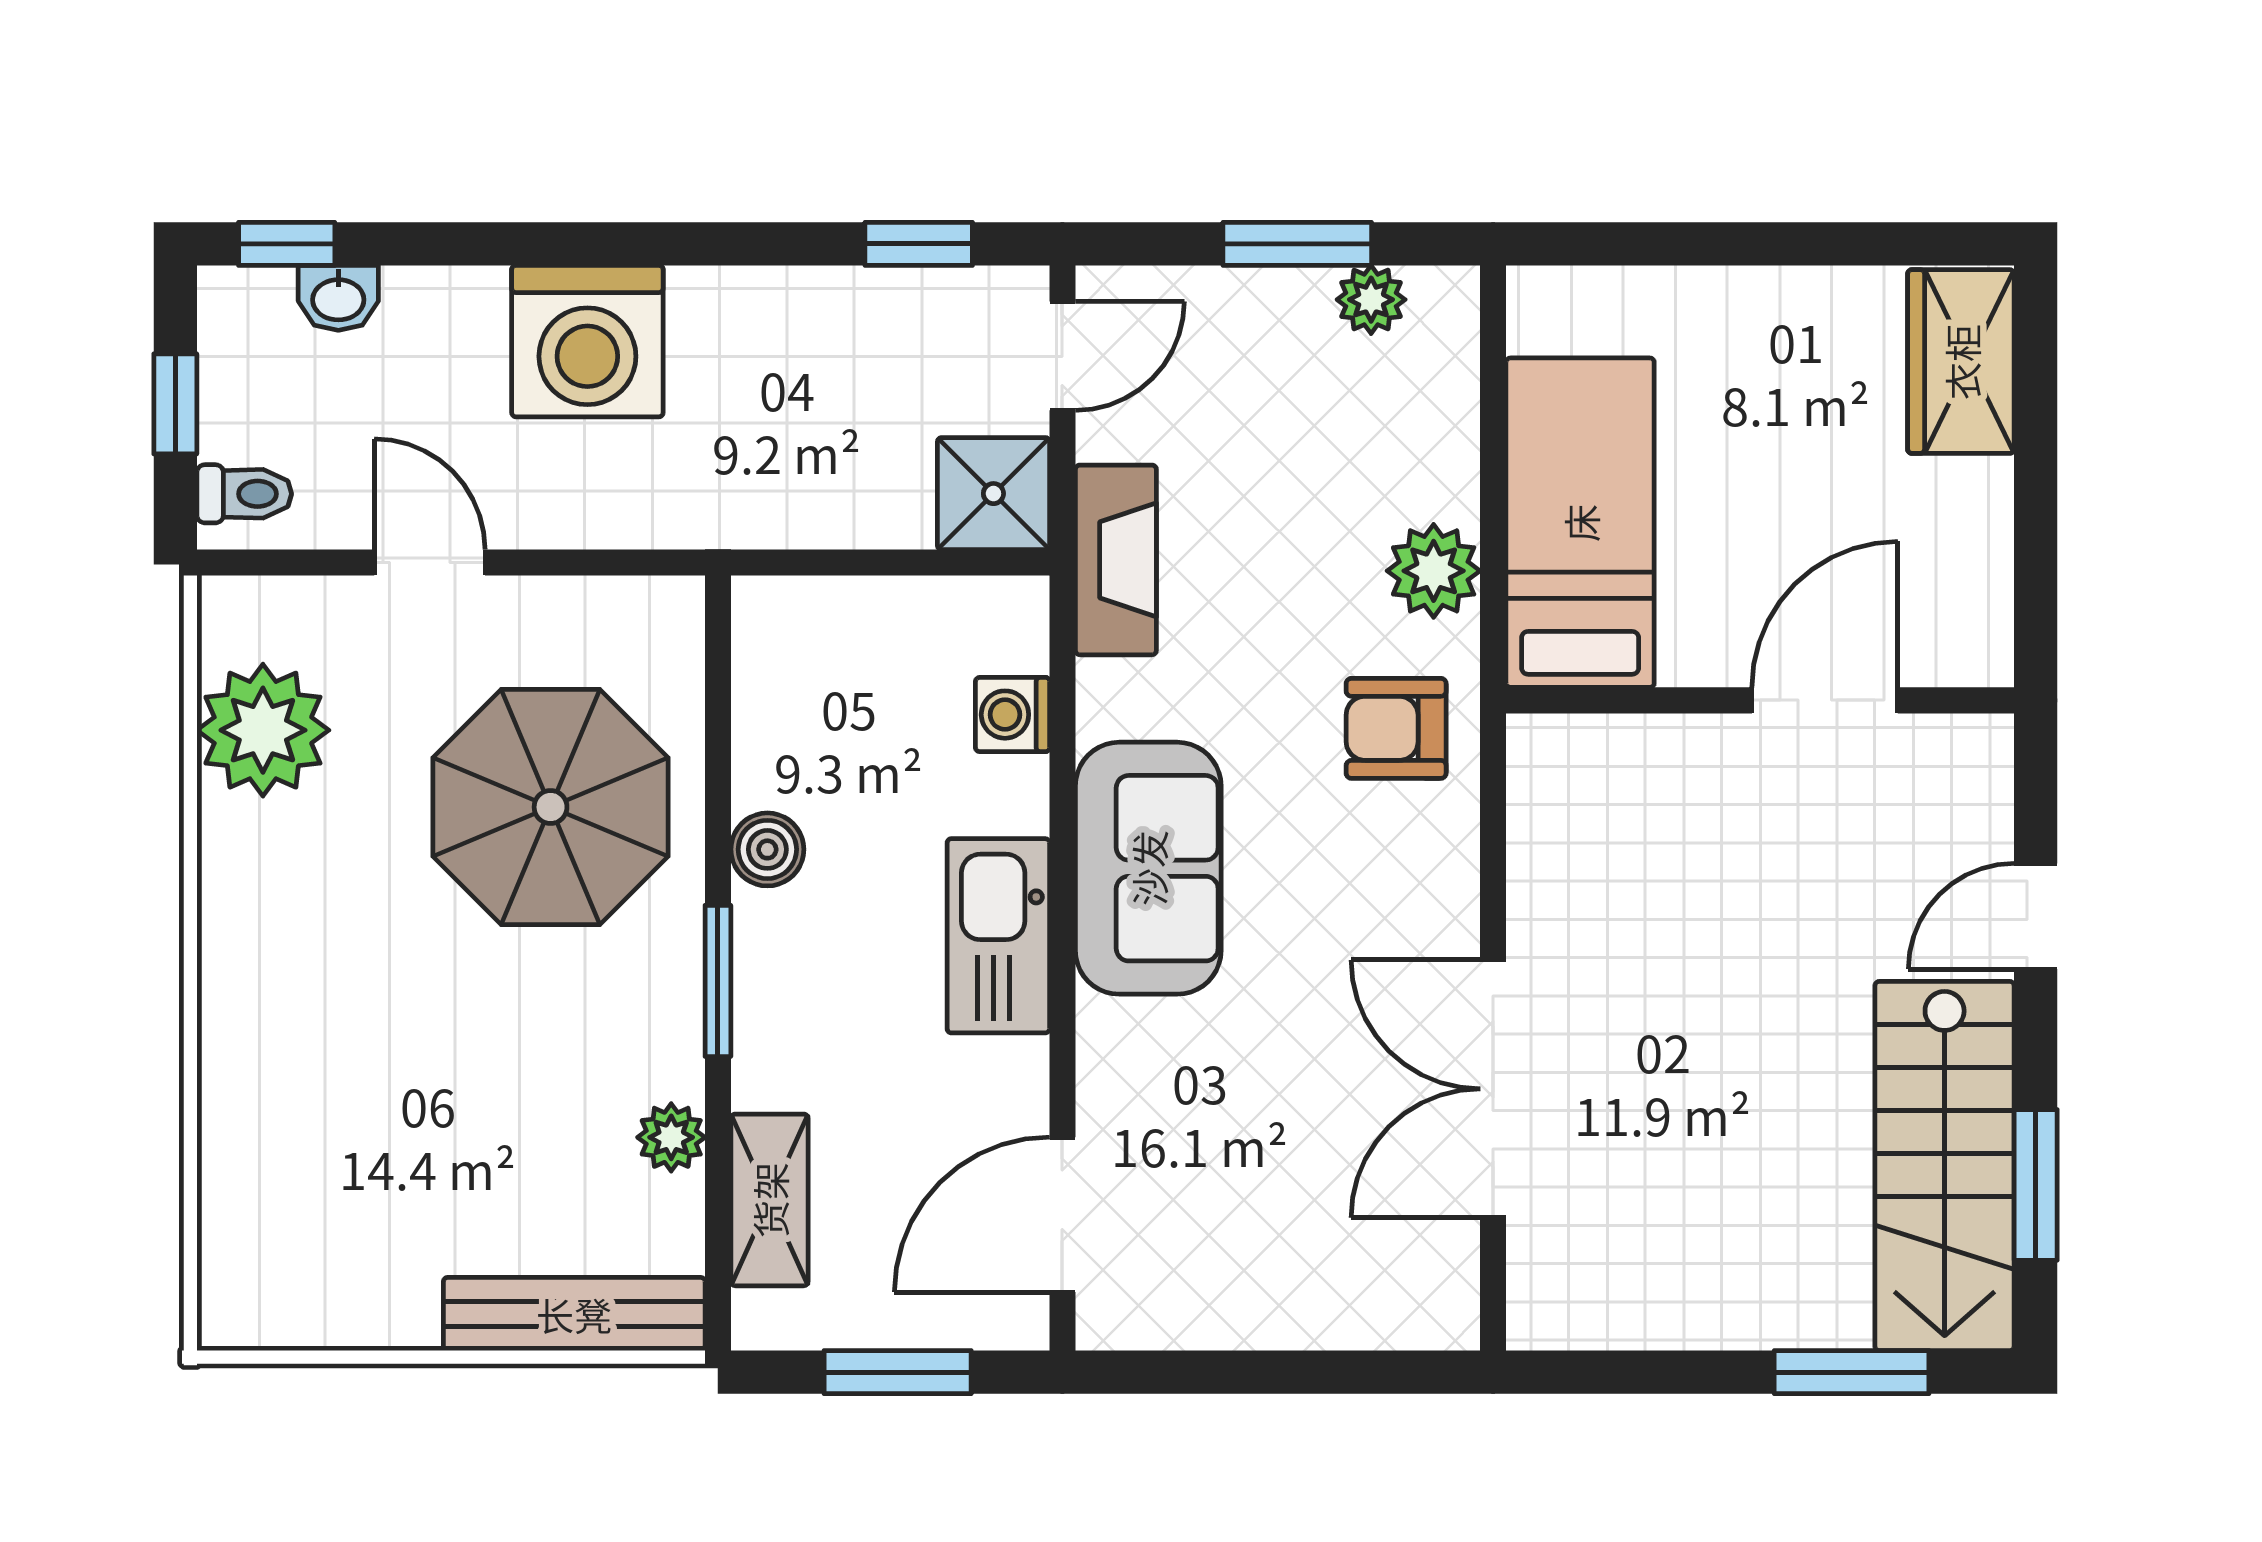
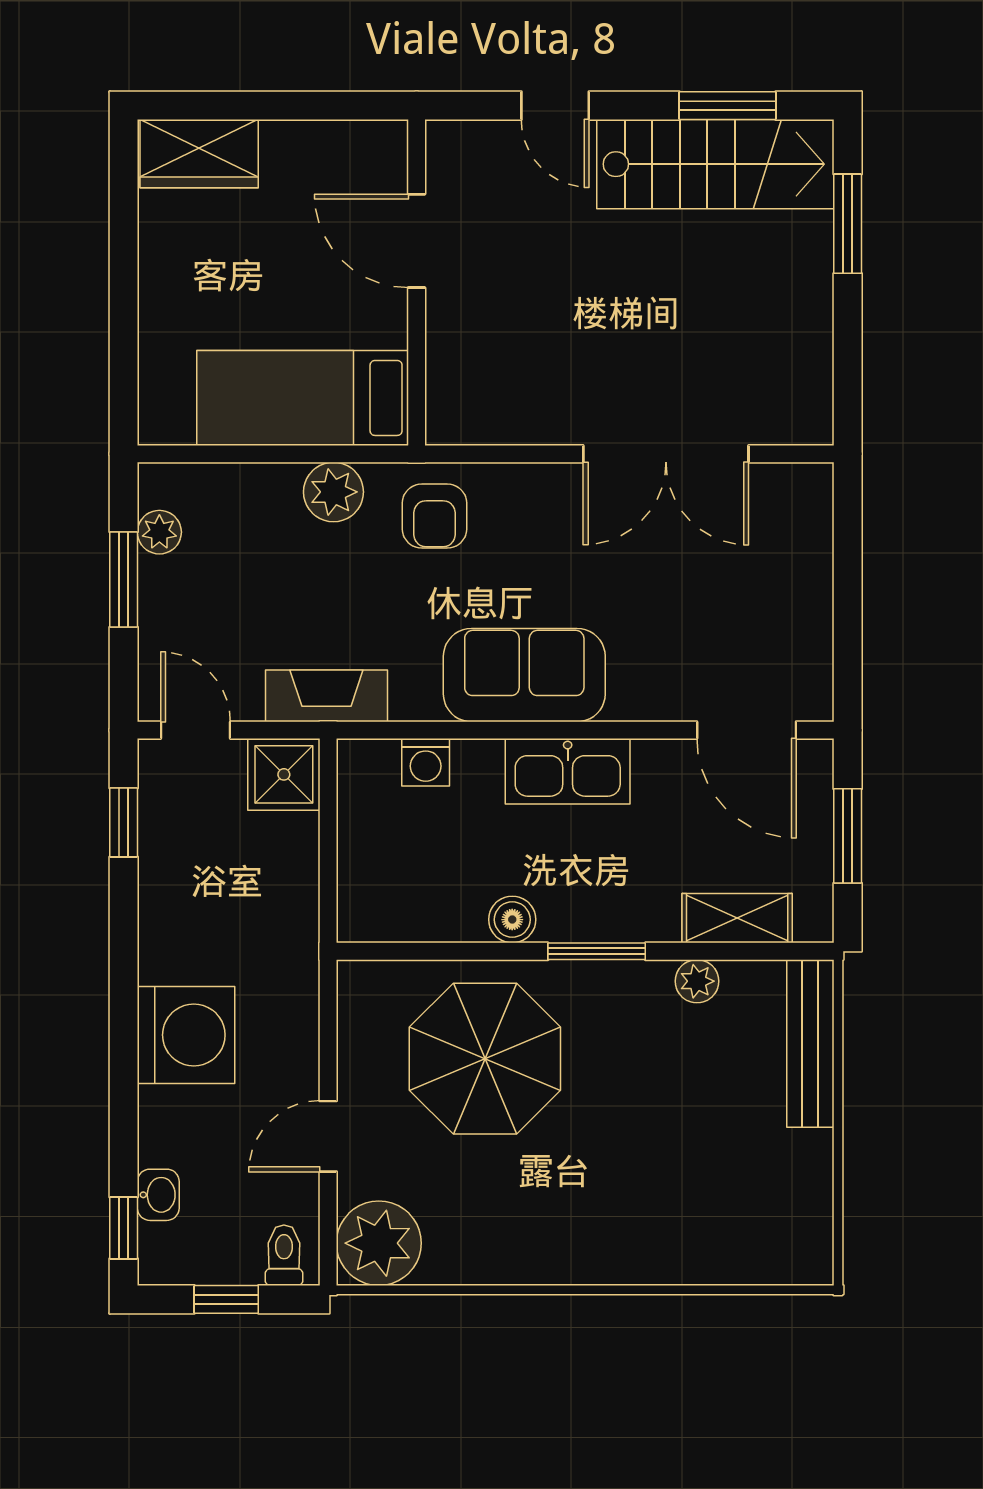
plant: (263, 730) -> (379, 1243), moved

